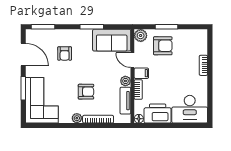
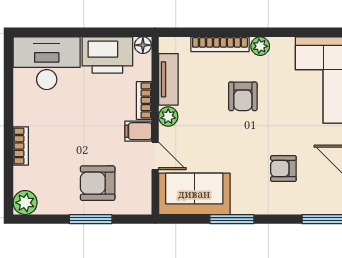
plant: (141, 35) -> (25, 203), moved
armchair: (65, 53) -> (283, 169), turned -90
armchair: (86, 92) -> (243, 96), turned -90

